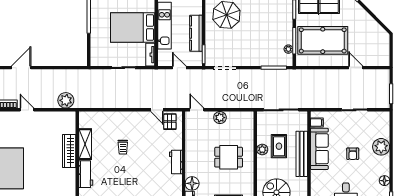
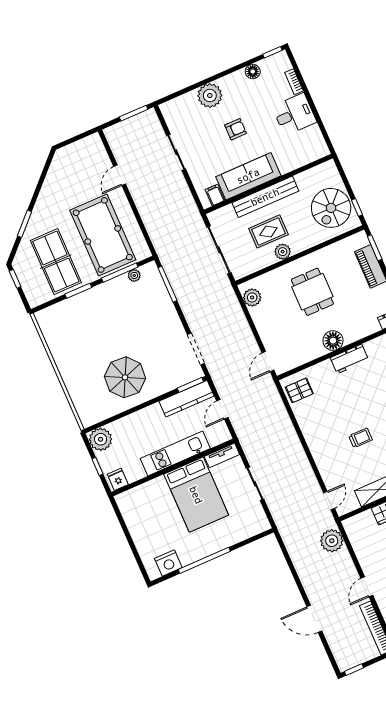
kitchen counter: (196, 33) -> (186, 399), moved
door: (157, 110) -> (329, 501), moved
plant: (220, 118) -> (252, 297), moved
floor lamp: (192, 183) -> (333, 341), moved

